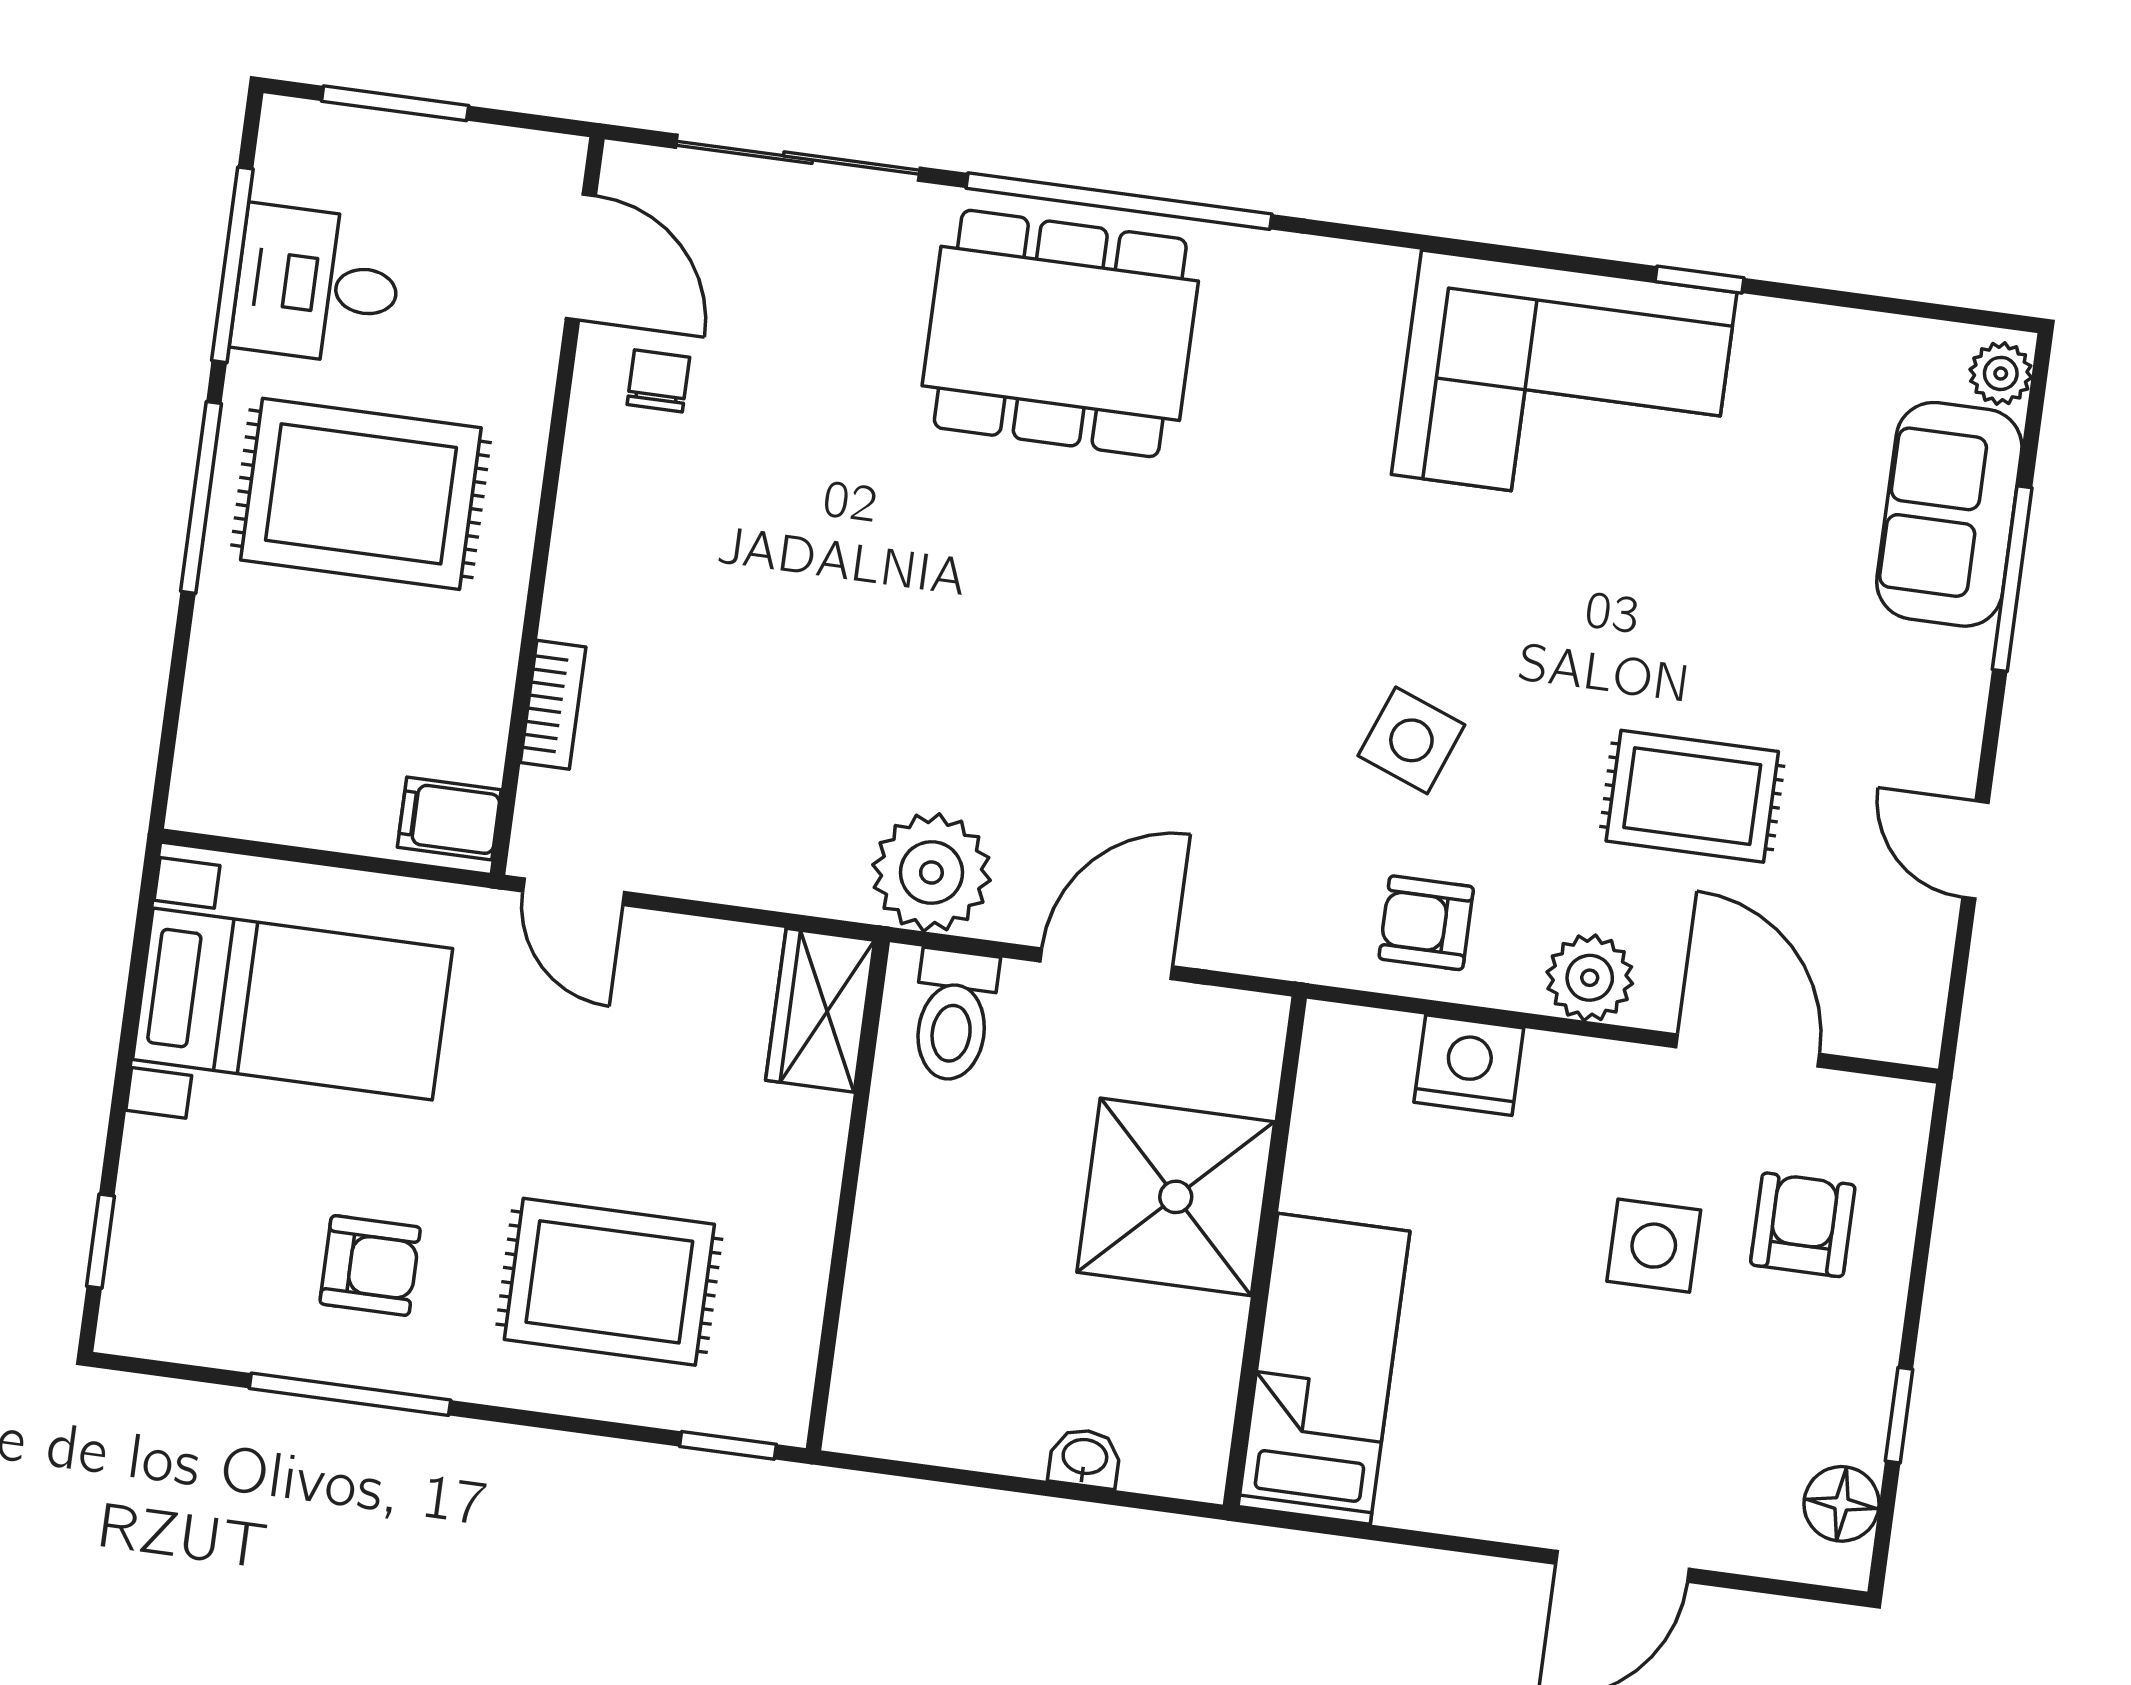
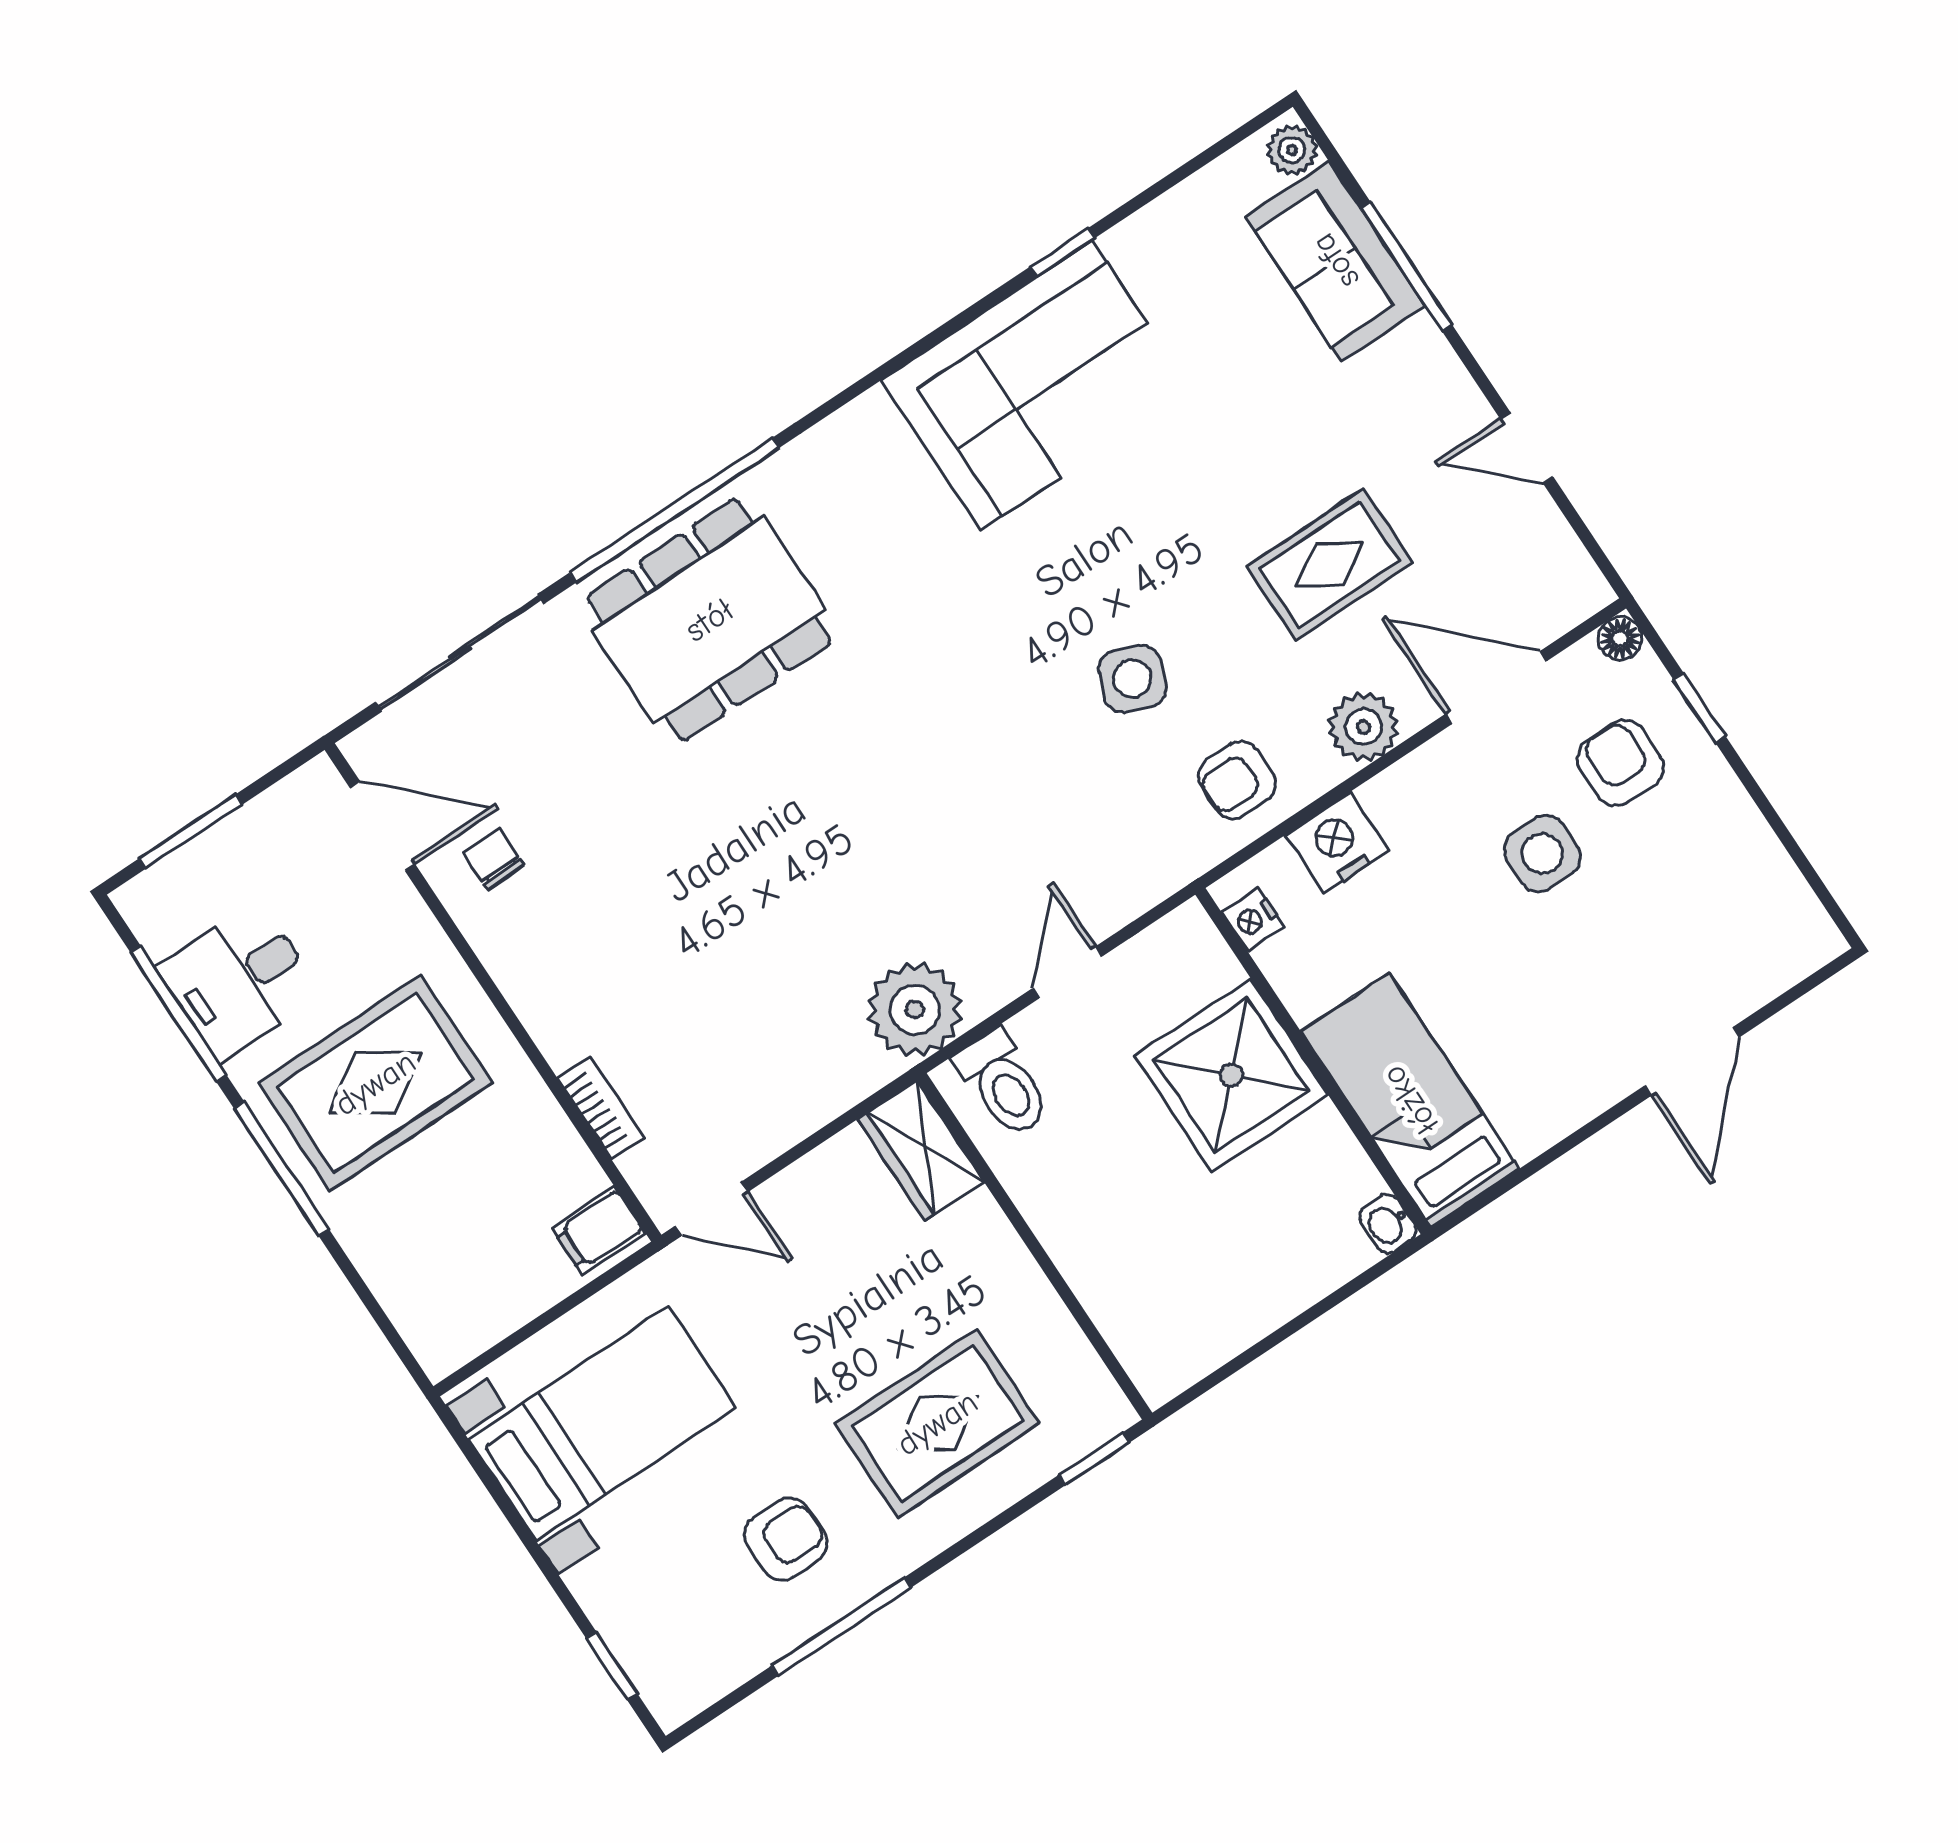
door: (1106, 964) -> (1067, 972), width x0.73
nightstand: (1325, 1068) -> (1253, 920), added
window: (1899, 1415) -> (1700, 708), moved
washbasin: (1085, 1458) -> (1388, 1224), moved, turned -90
floor lamp: (1842, 1504) -> (1620, 639), moved, width x0.73, depth x0.73

